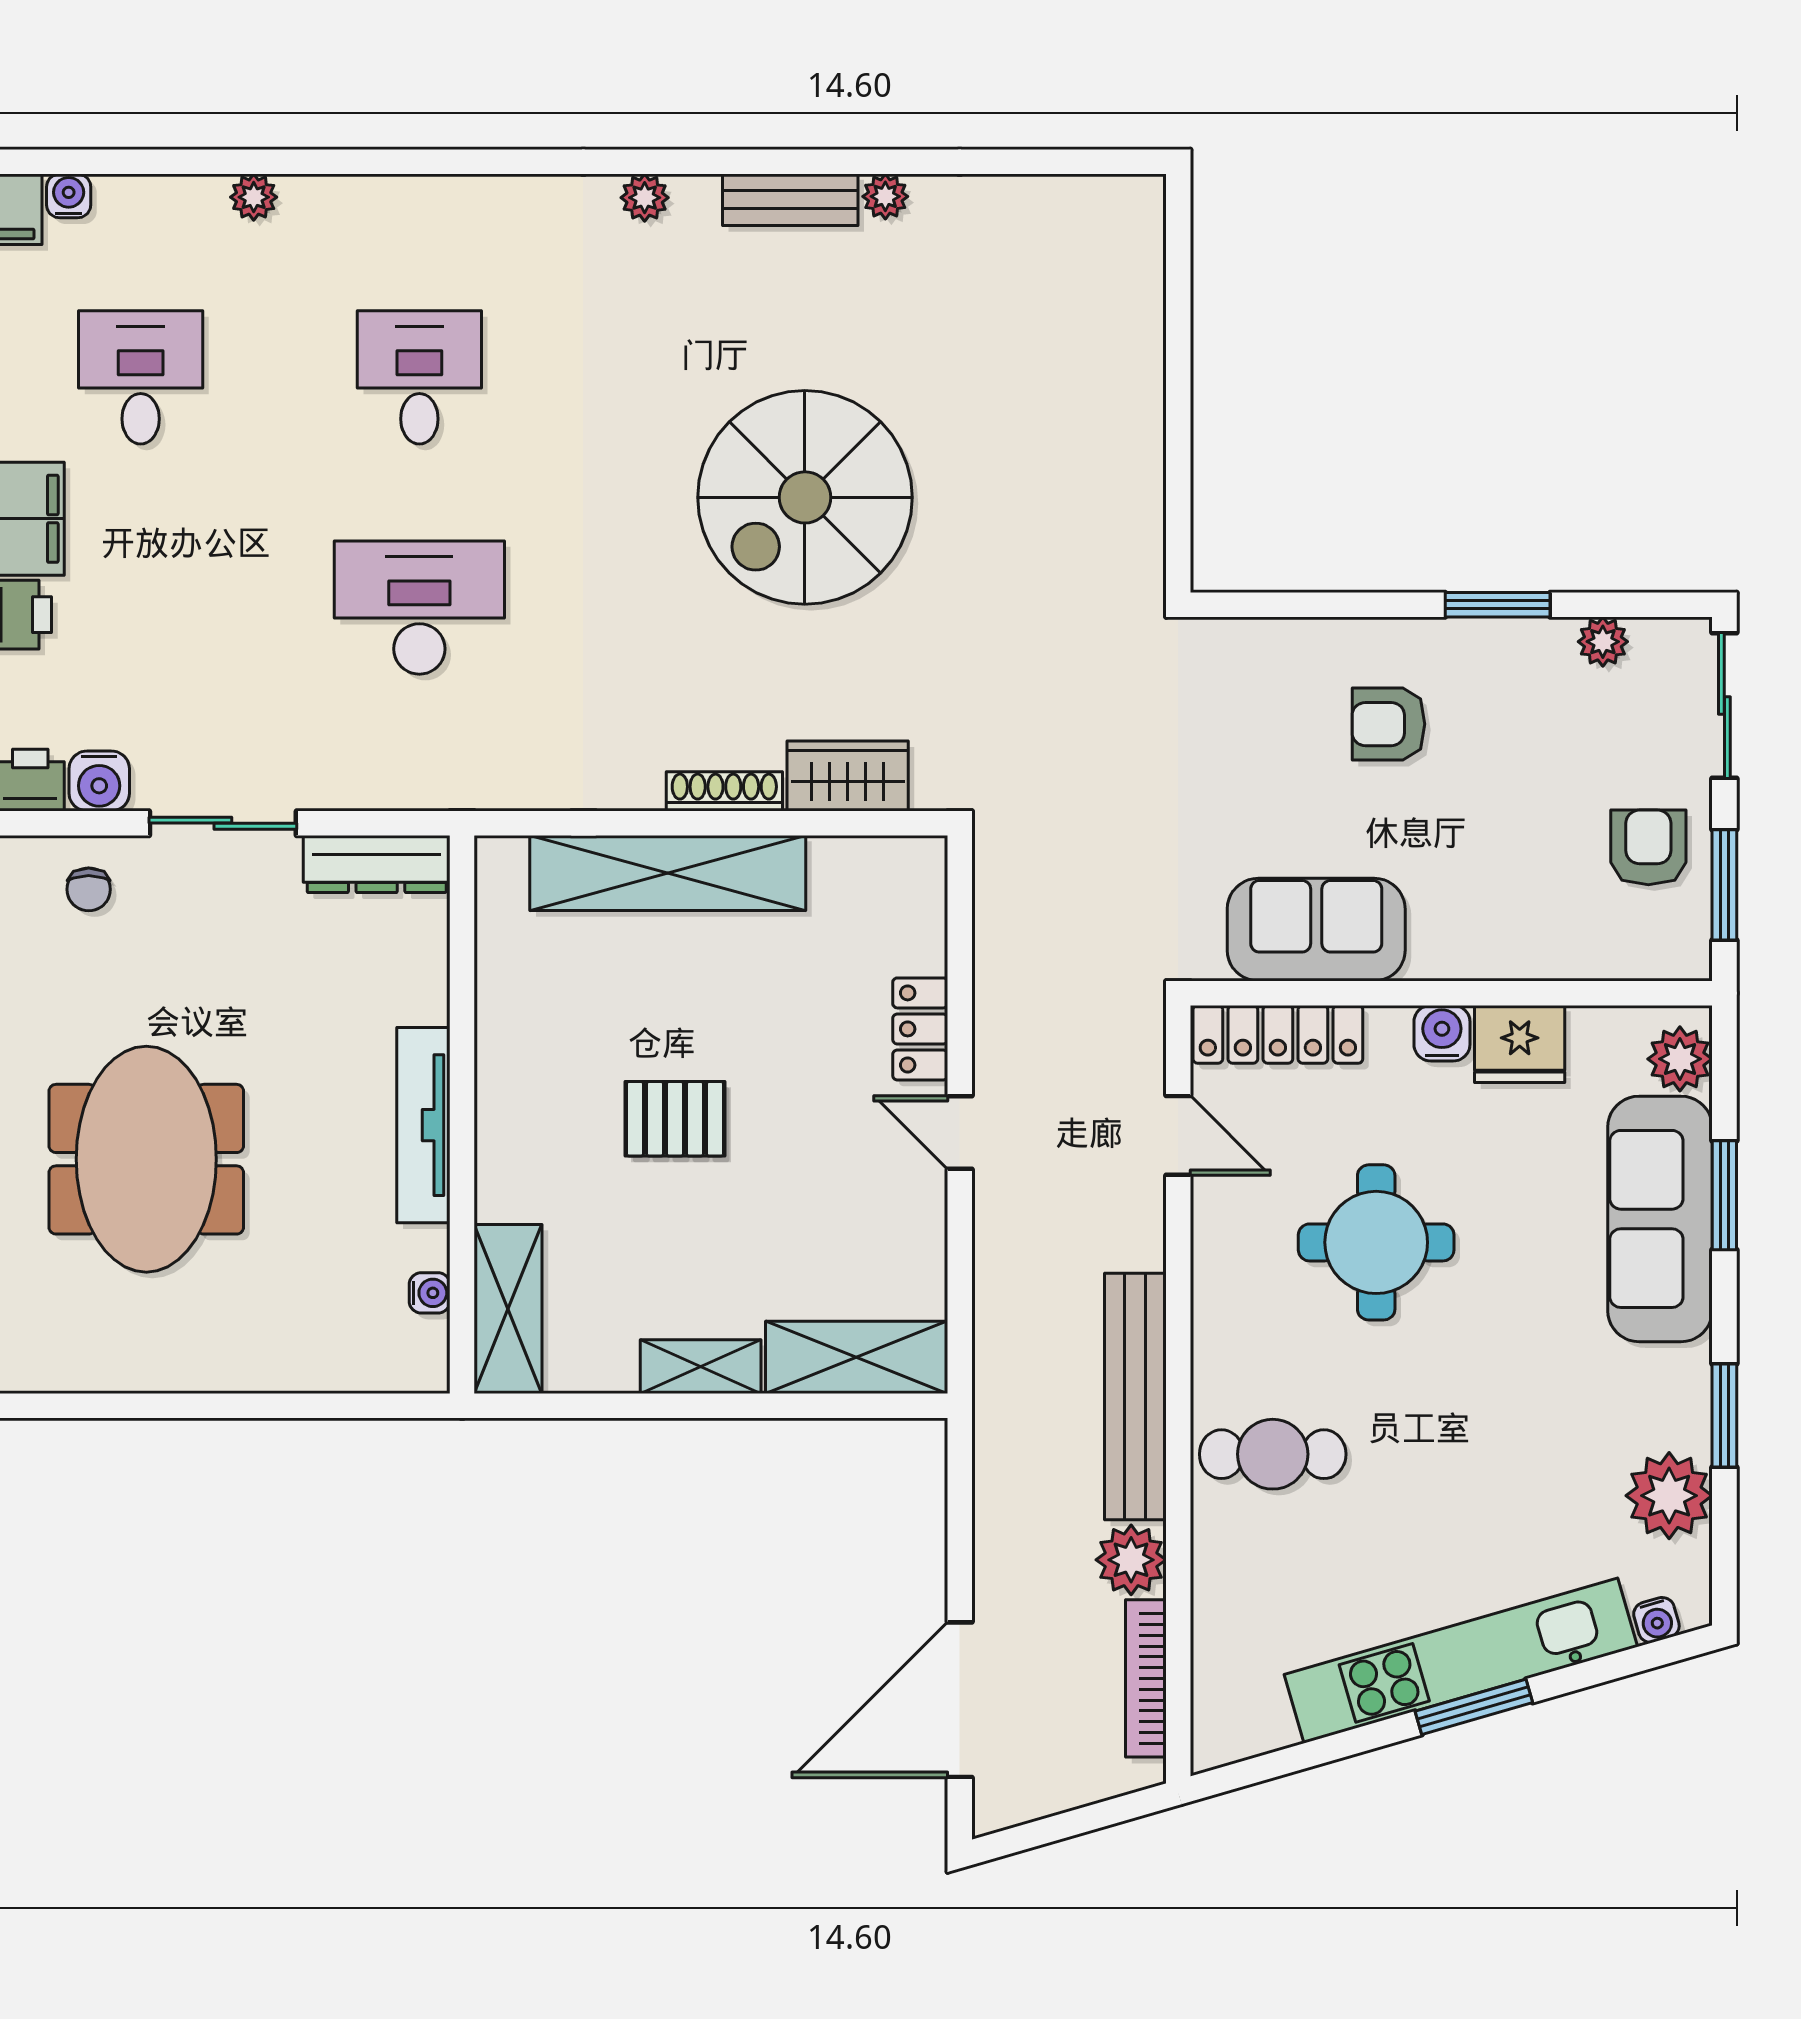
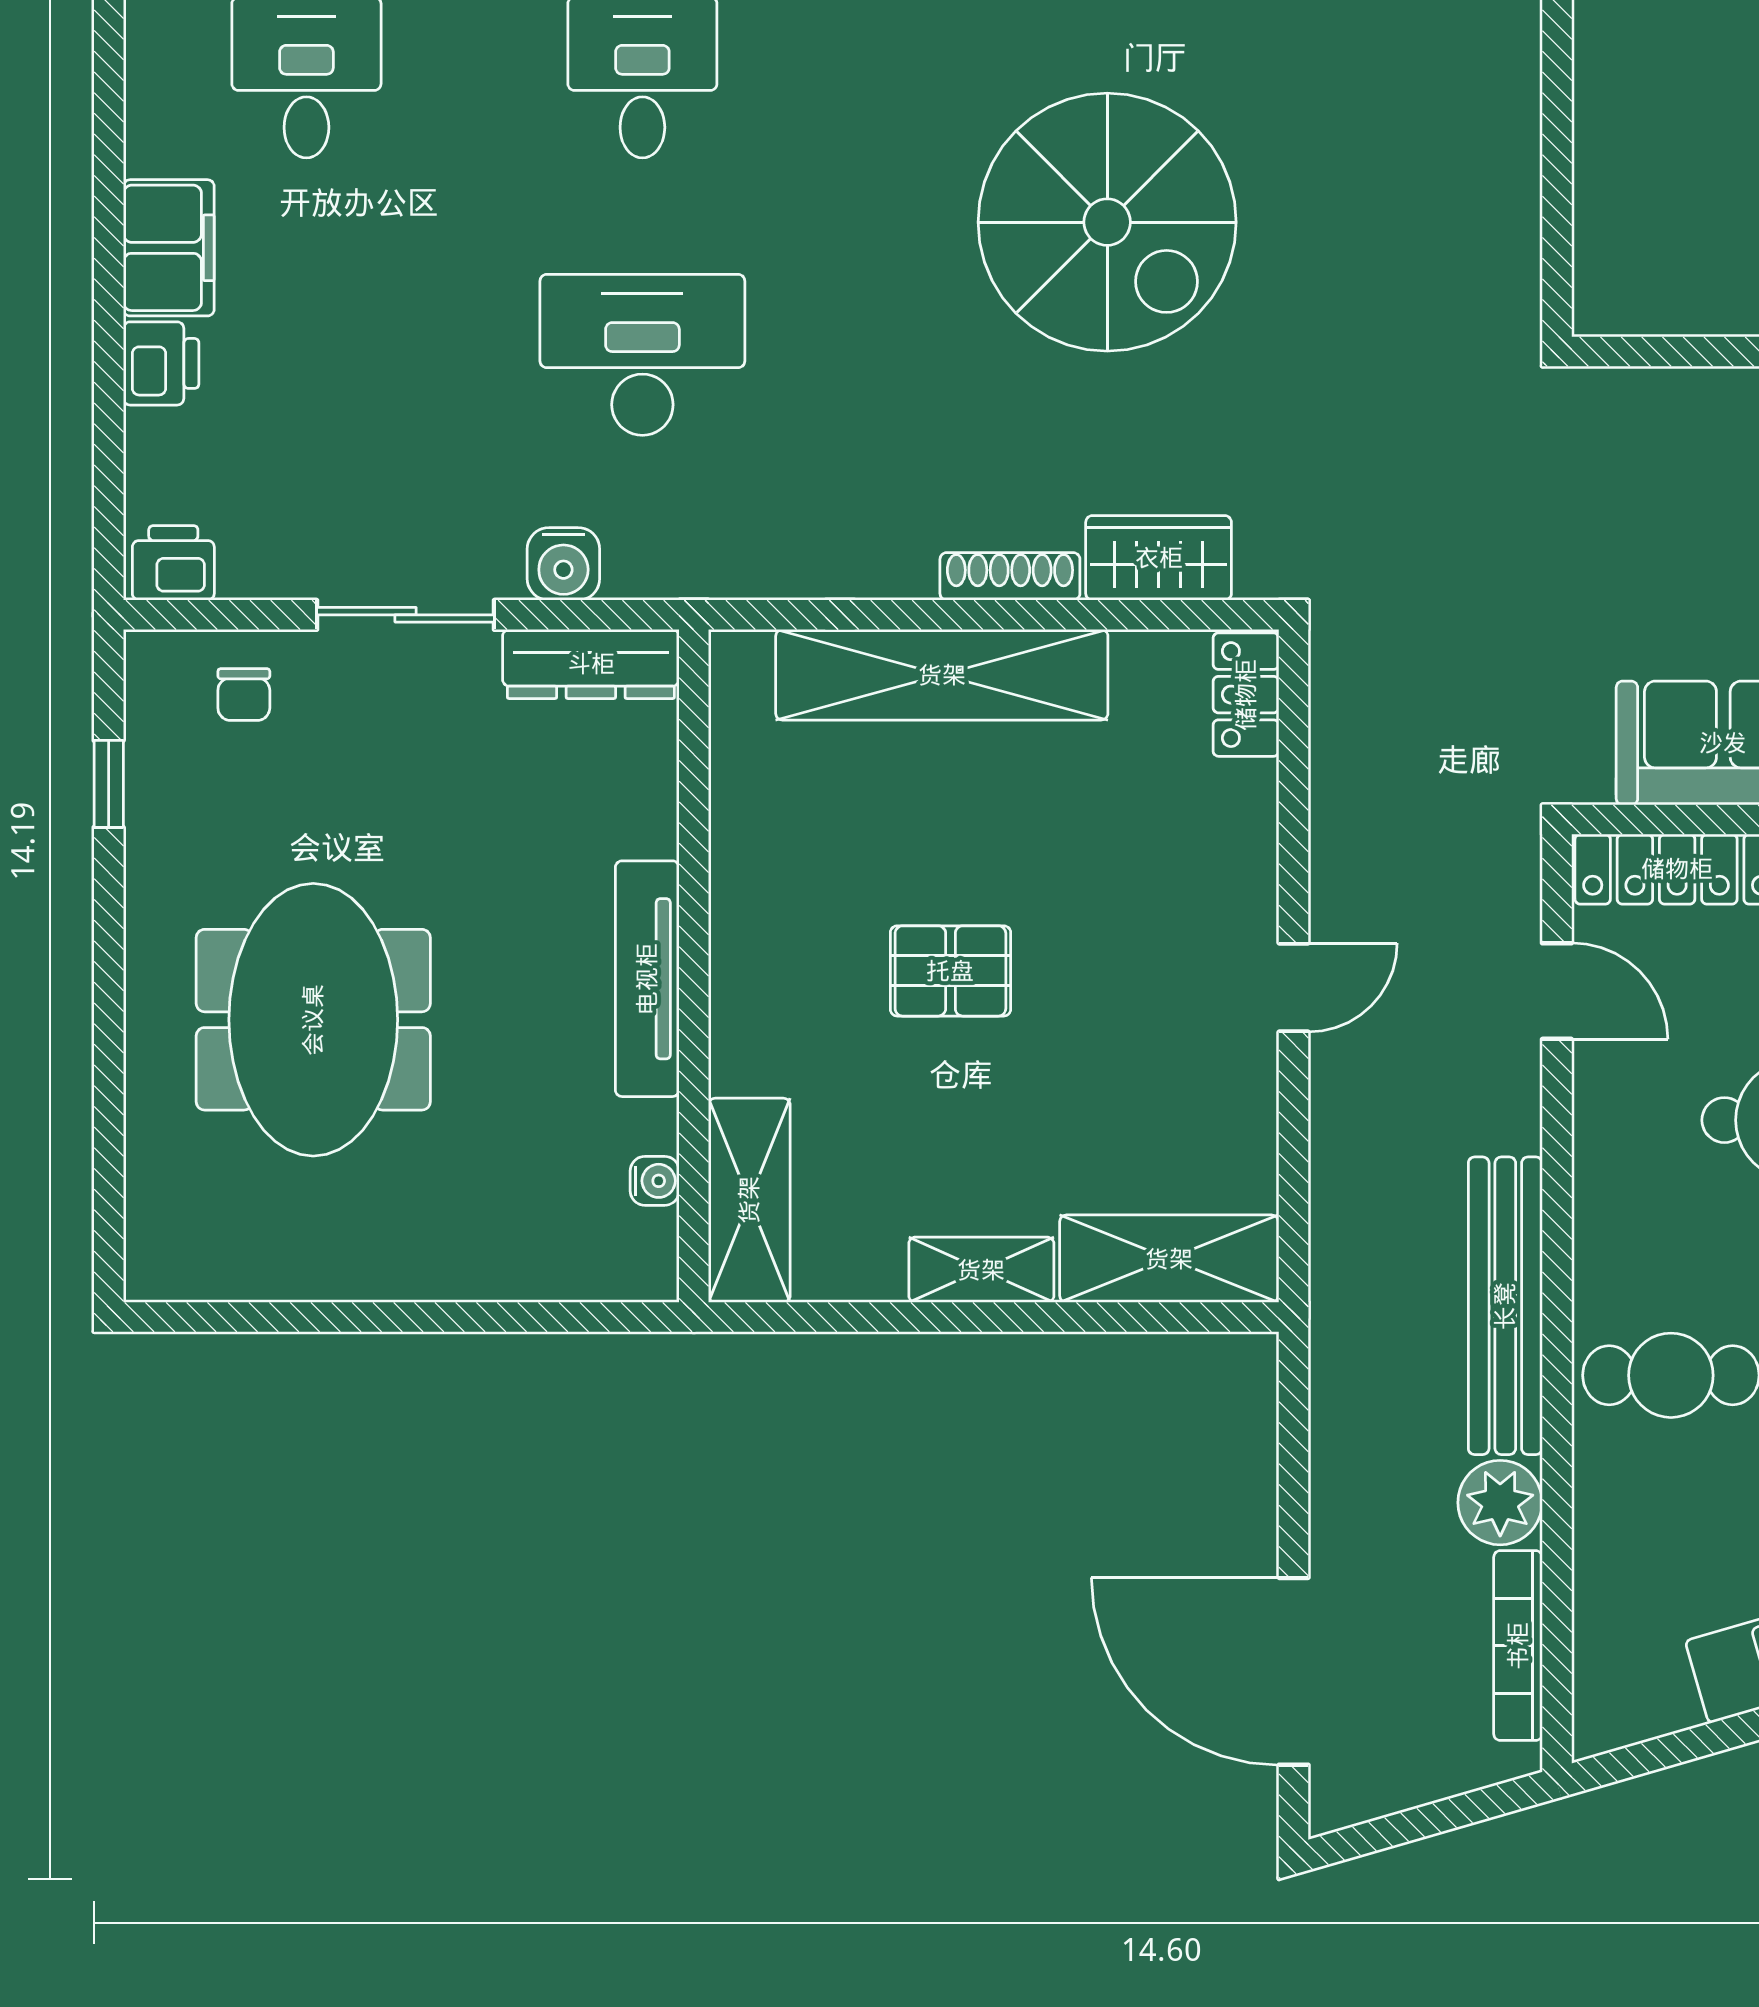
spiral stairs: (805, 497) -> (1107, 222), turned -90
water cooler: (99, 781) -> (563, 564), moved
locker: (920, 1029) -> (1246, 695), moved
door: (960, 1132) -> (1294, 988), swing flipped
door: (960, 1700) -> (1294, 1671), hinge flipped

